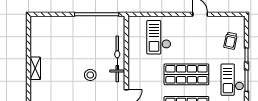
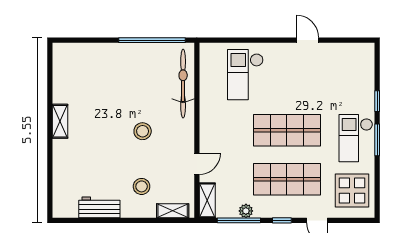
trolley: (231, 41) -> (353, 80), removed
bicycle: (117, 59) -> (183, 84), moved

